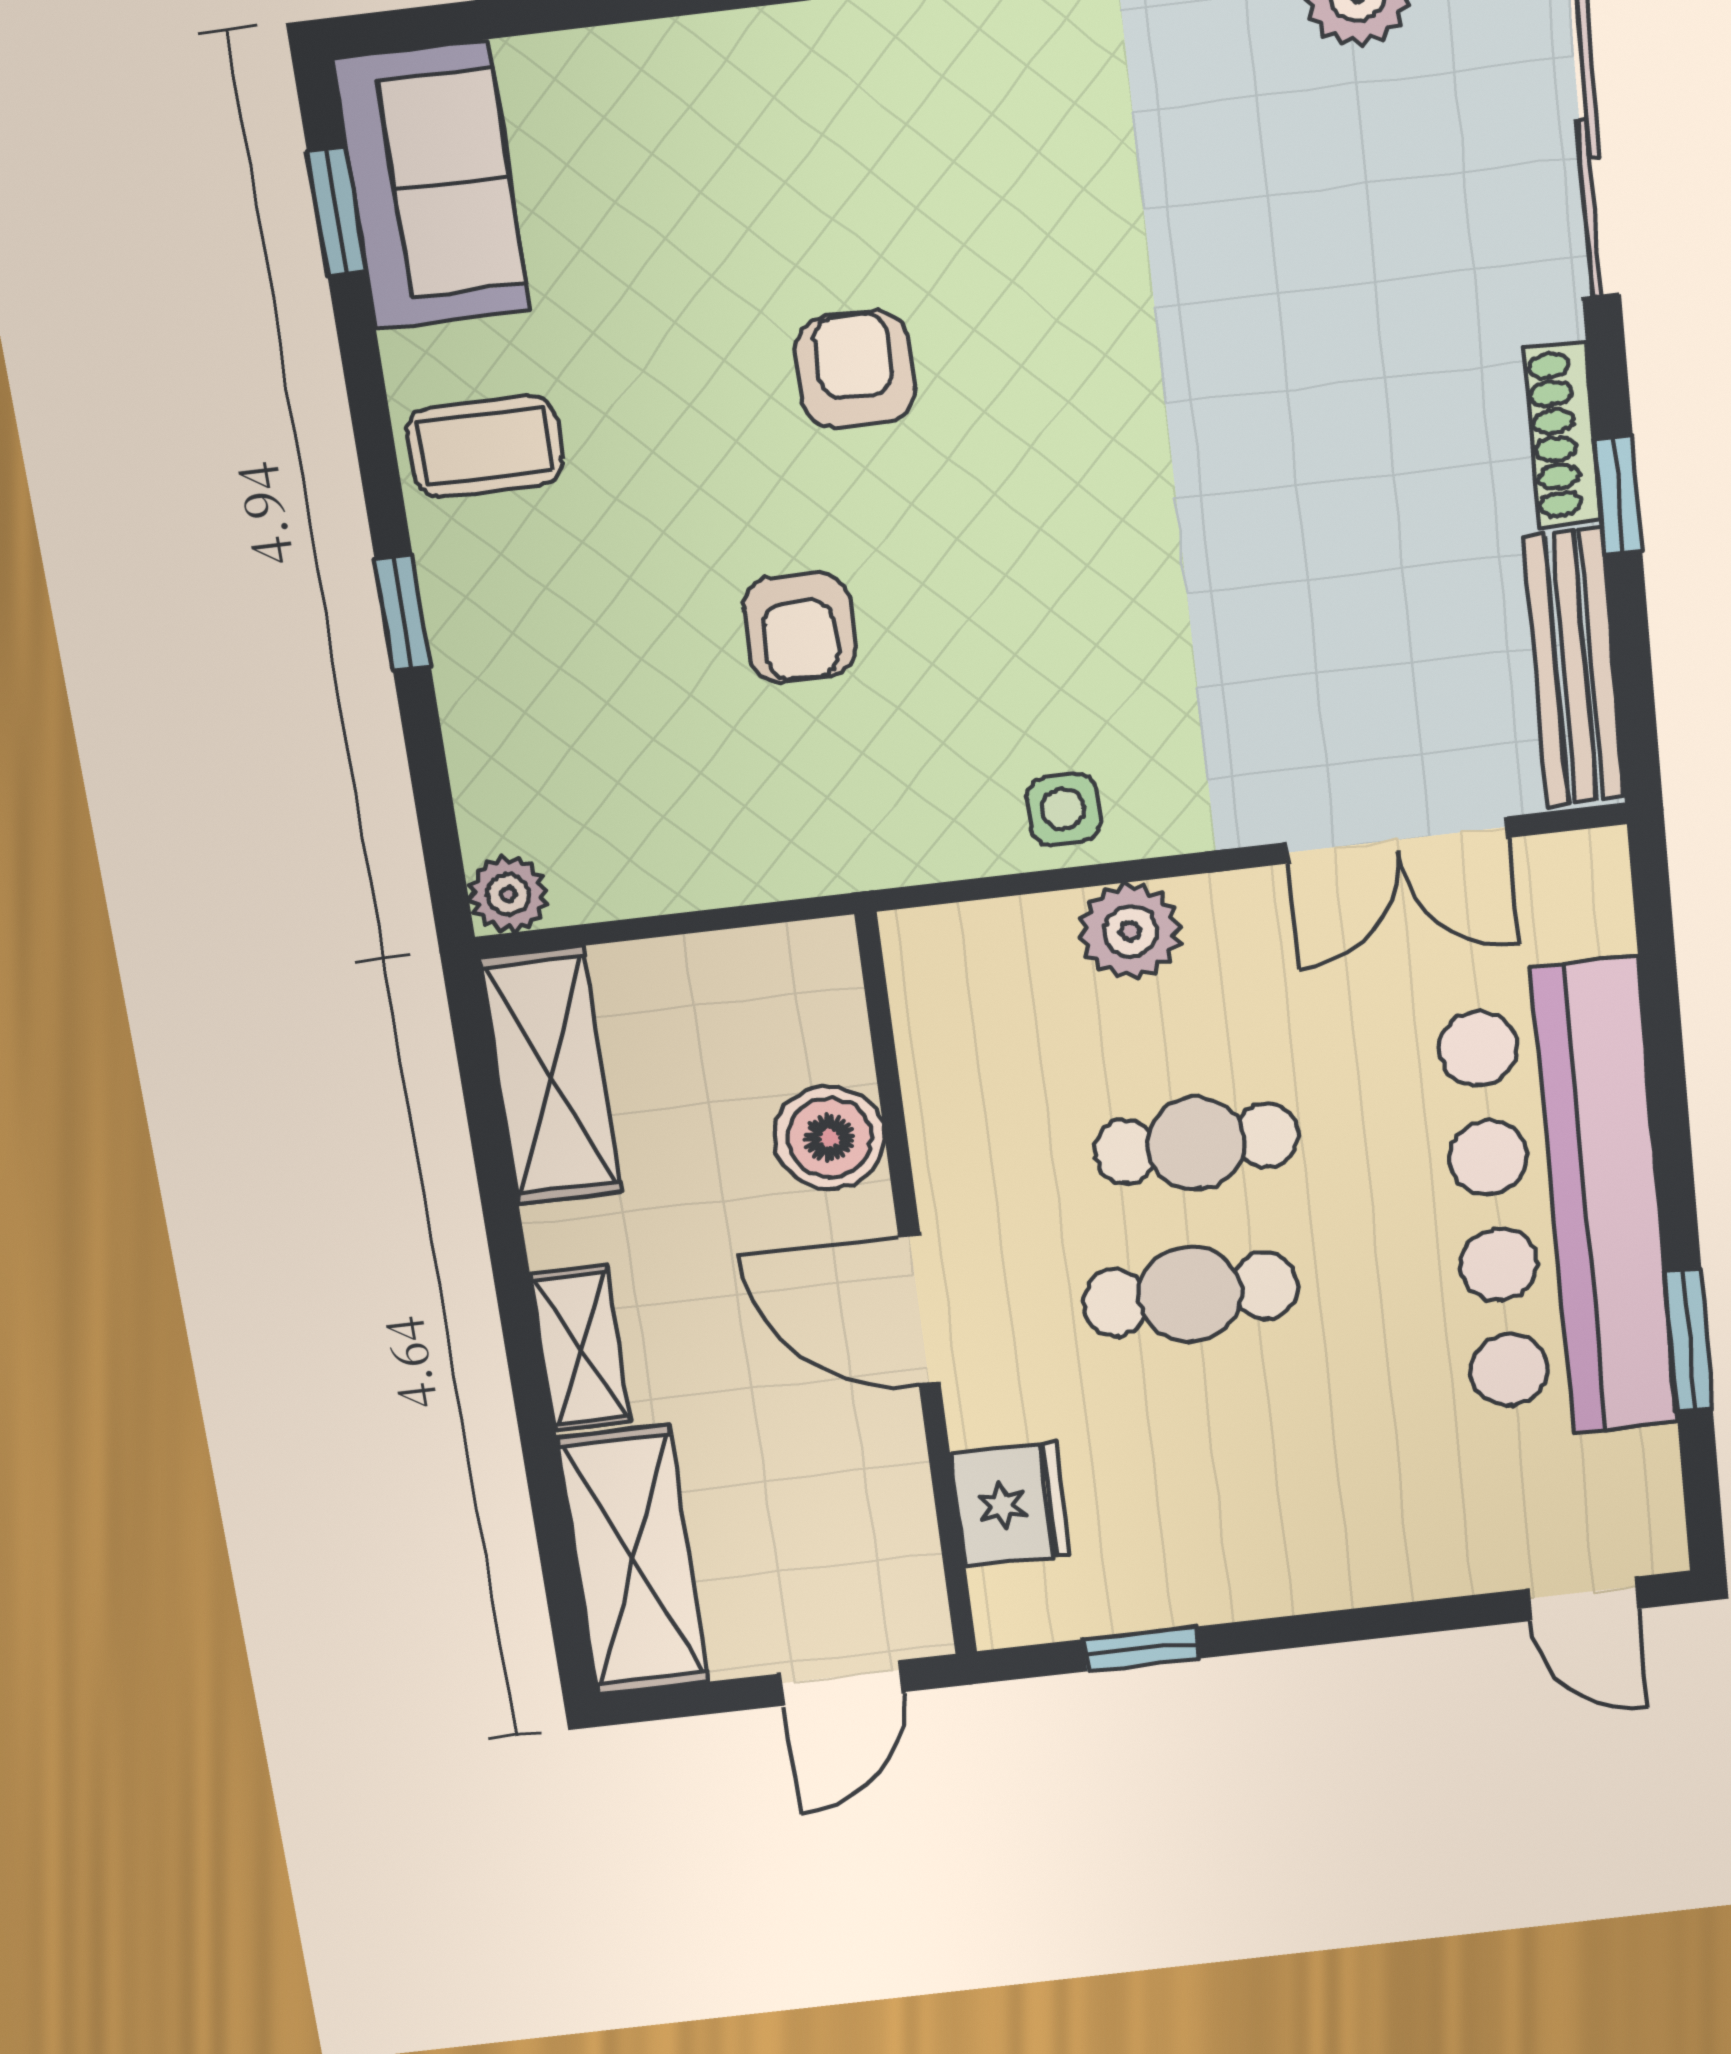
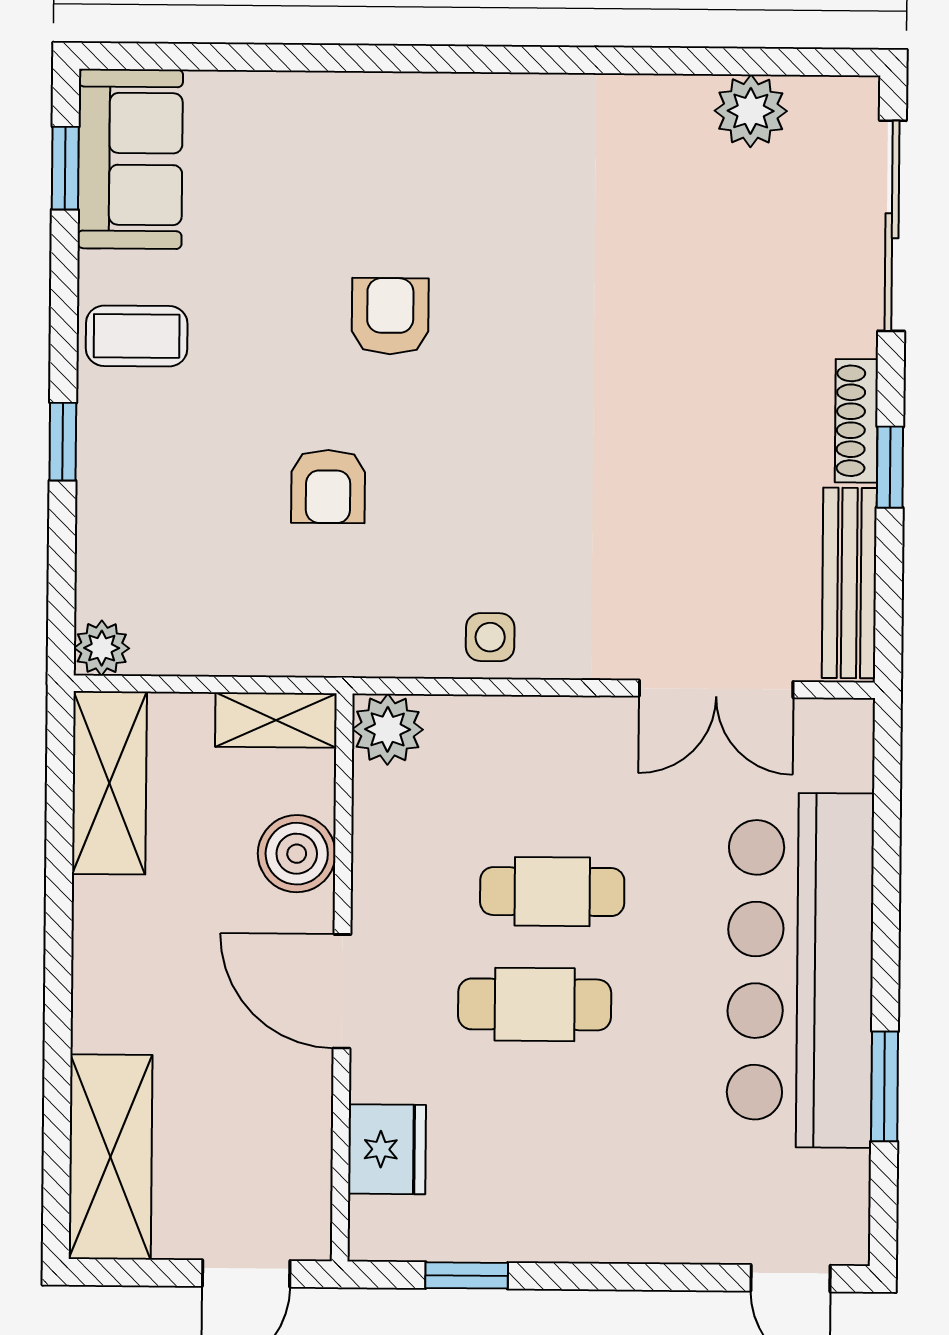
plant: (1130, 931) -> (388, 729), moved
shelving: (580, 1348) -> (276, 720), moved, turned 90

